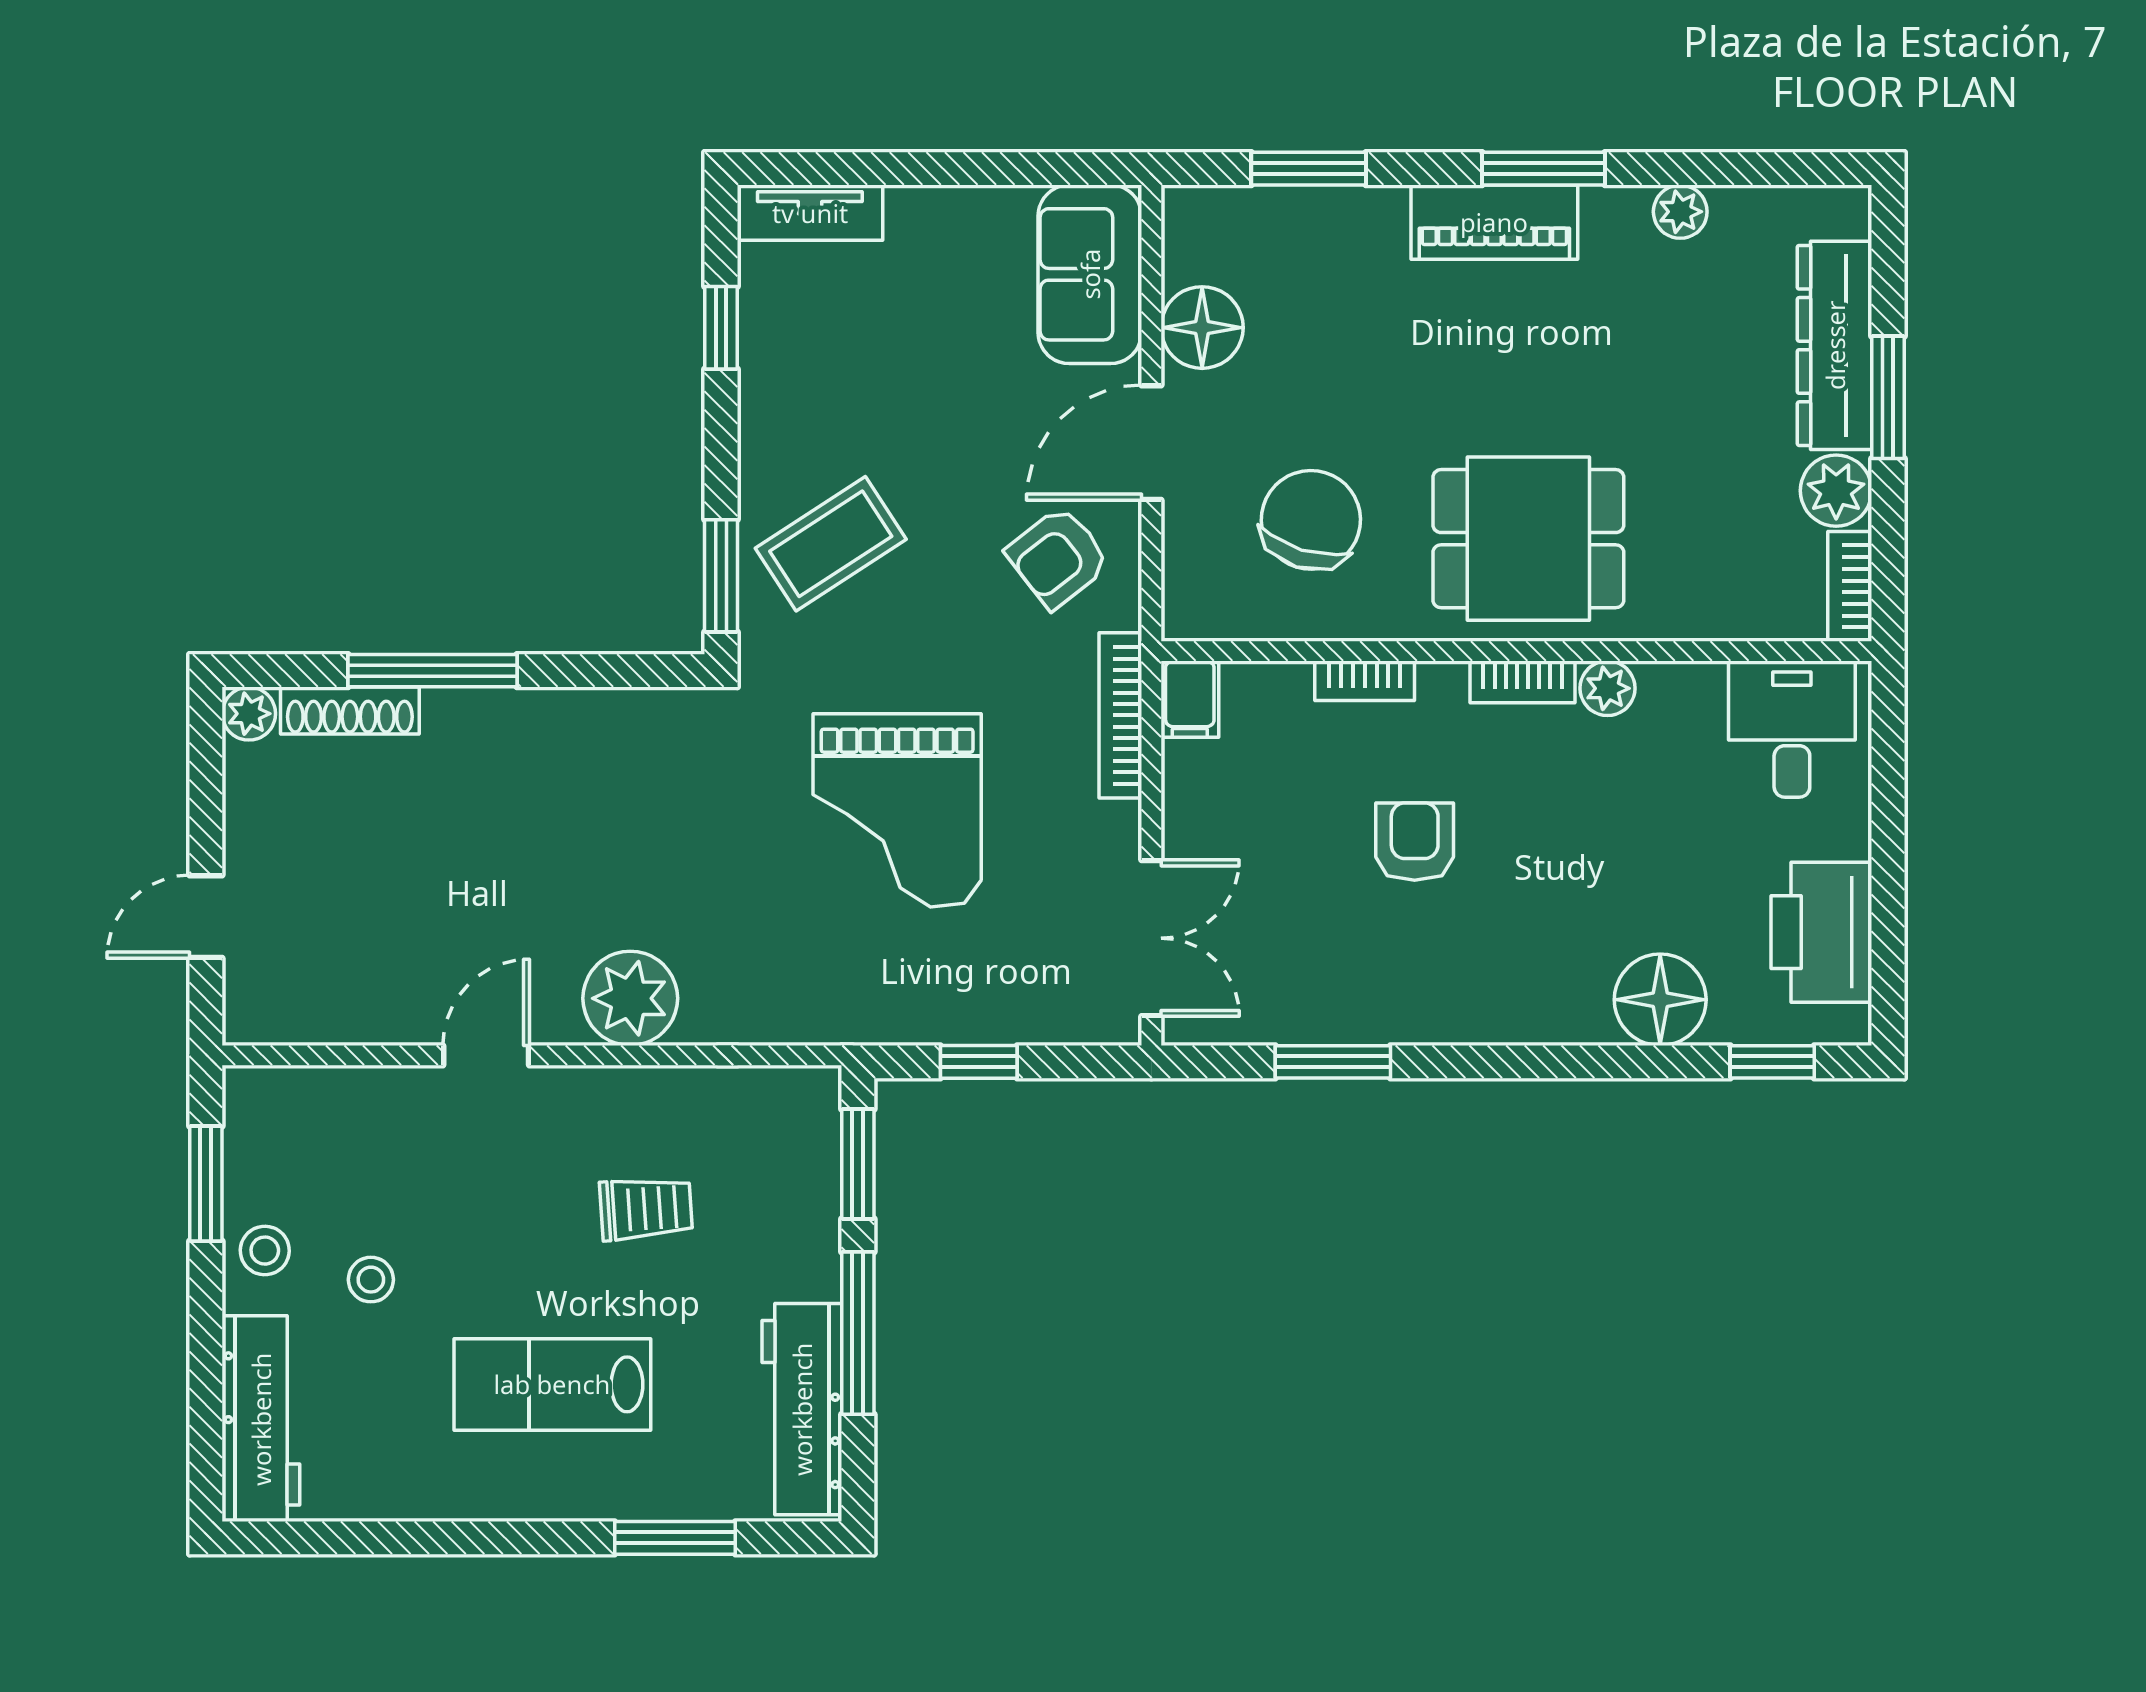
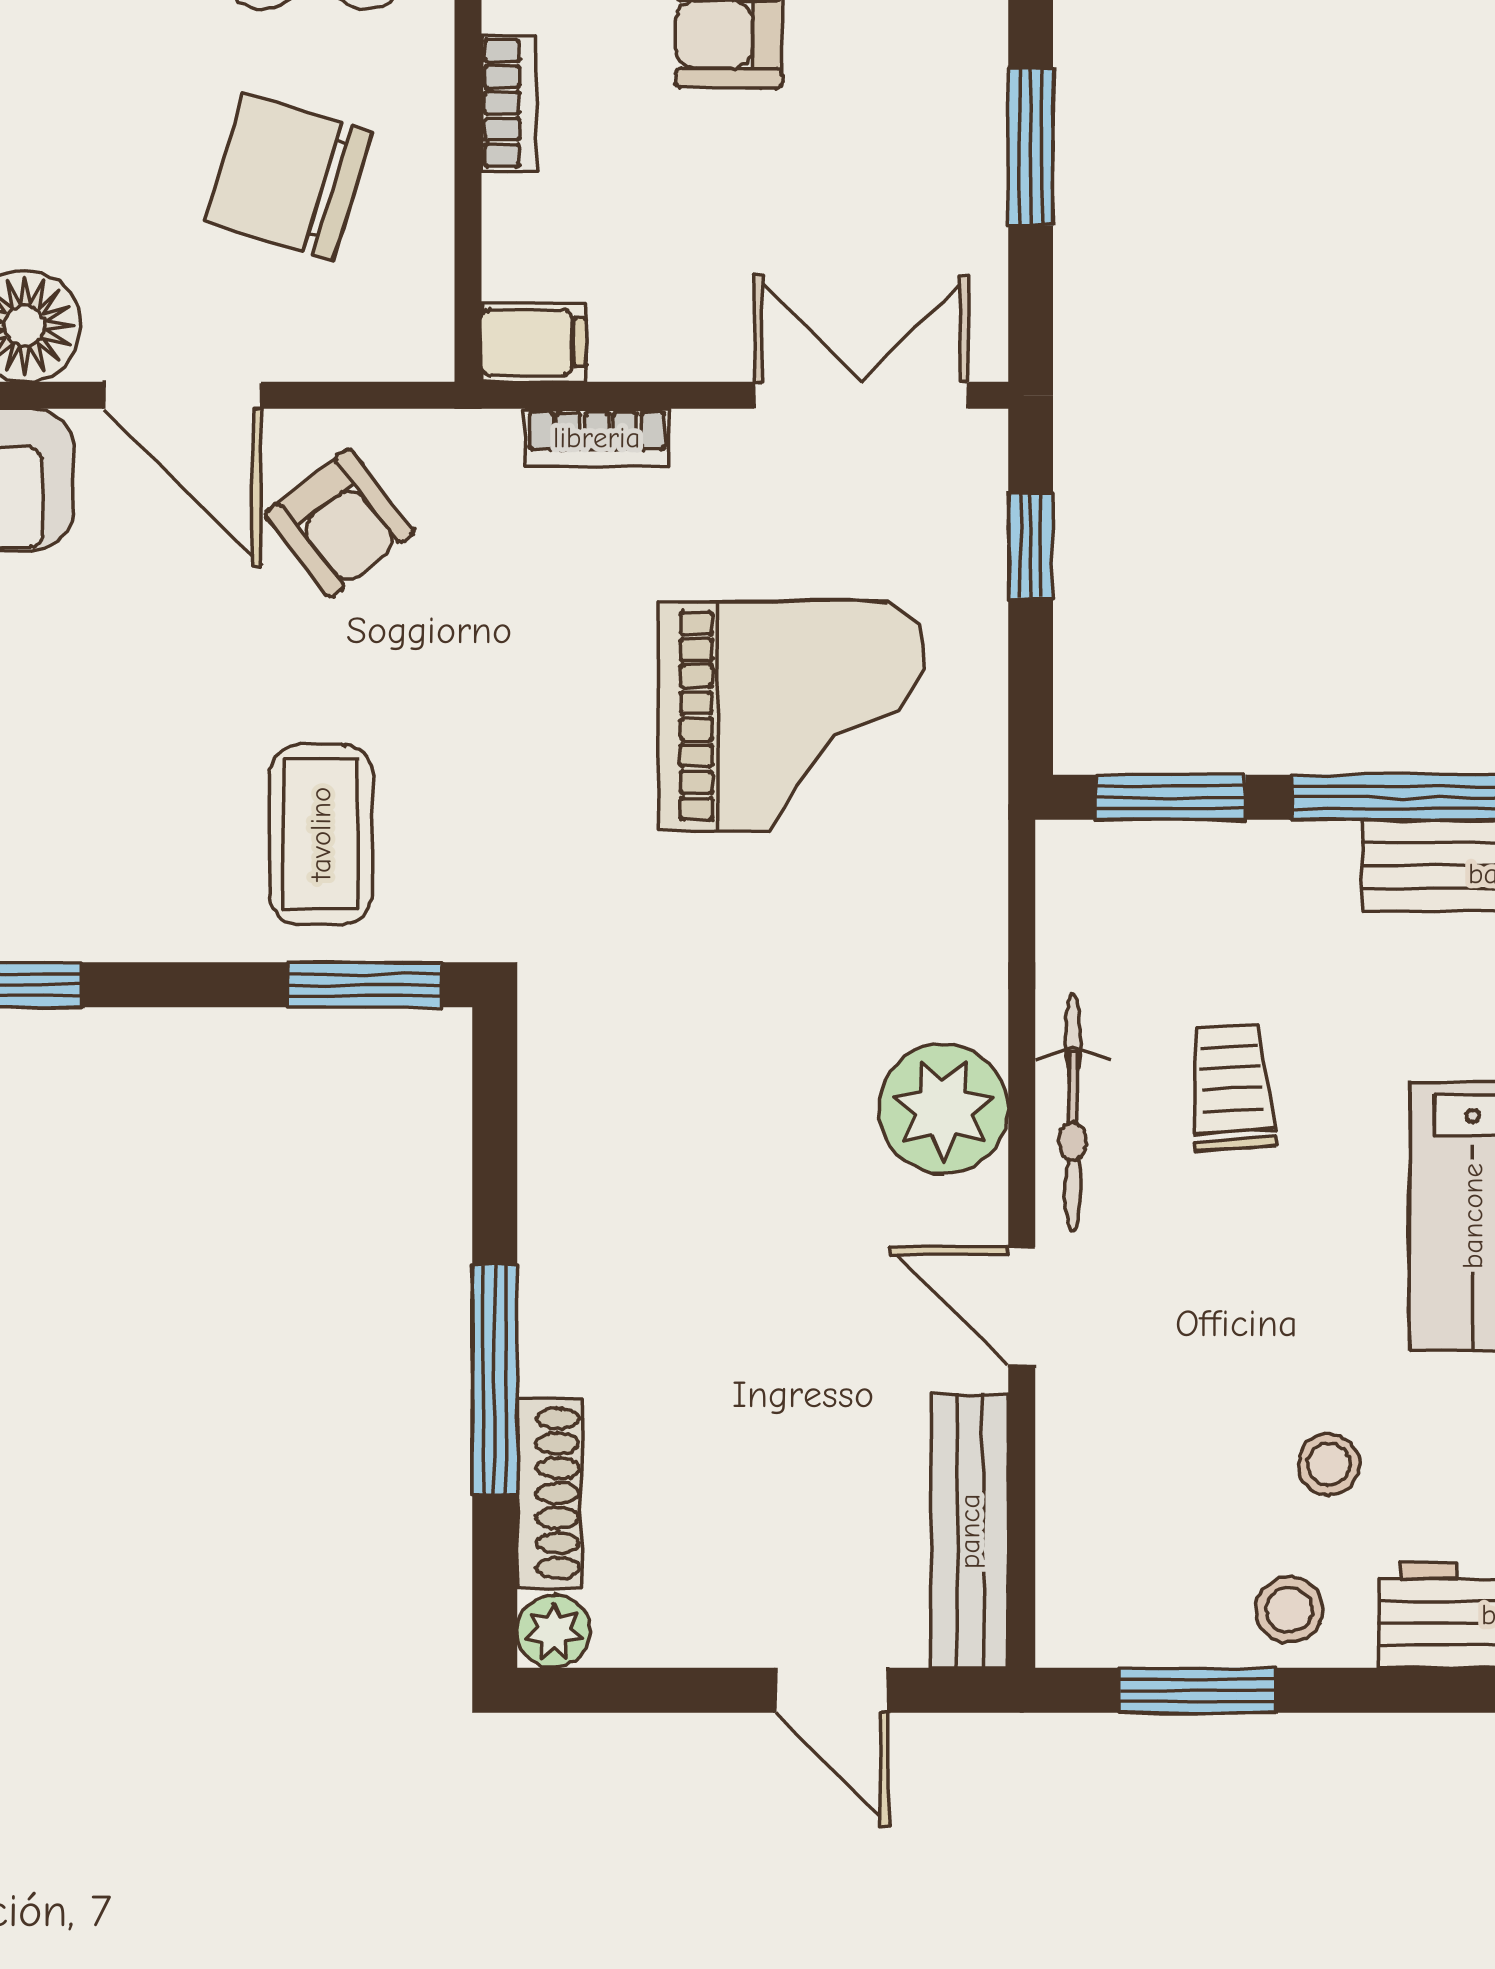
coffee table: (831, 544) -> (321, 834), turned 33
bookcase: (1120, 715) -> (597, 438), width x0.64
grand piano: (897, 810) -> (792, 716), moved
bench: (322, 1018) -> (970, 1531), added
window: (979, 1062) -> (1031, 545), moved
bicycle: (627, 1093) -> (1073, 1113), added

